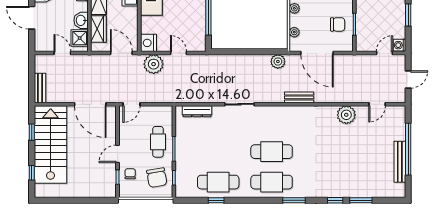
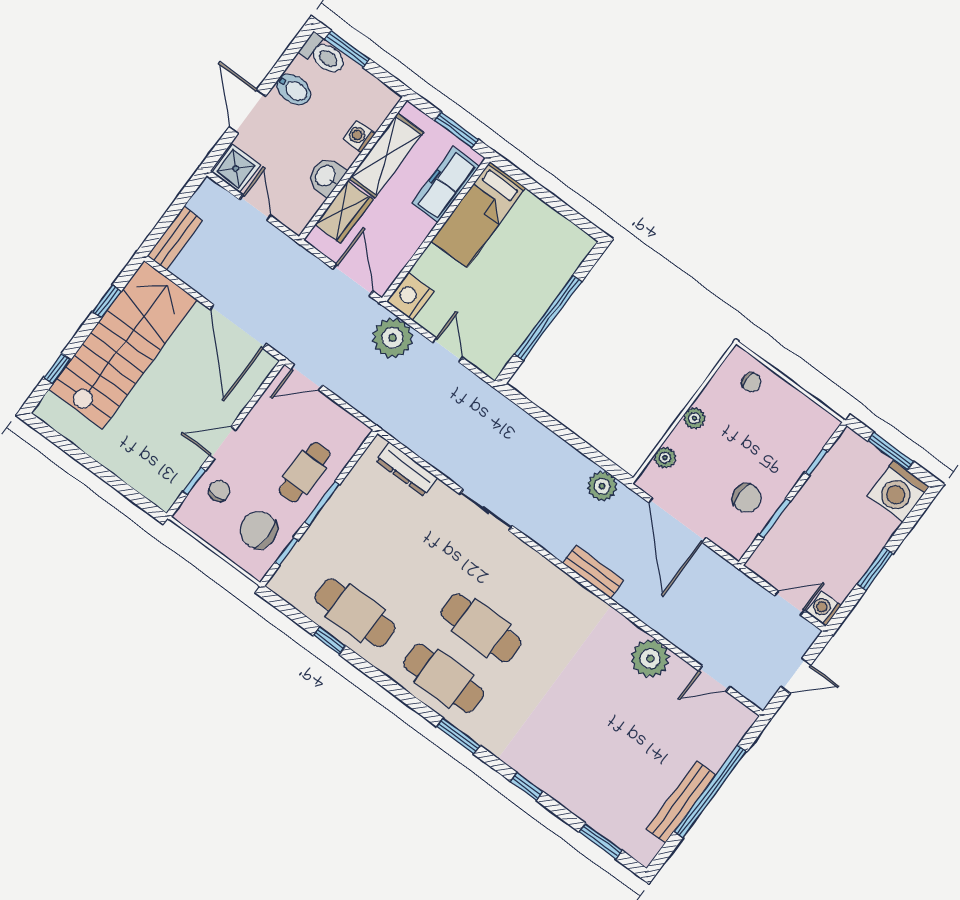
shower: (80, 38) -> (236, 168), moved
chair: (157, 178) -> (259, 530), turned 100
window: (361, 200) -> (600, 841), moved

